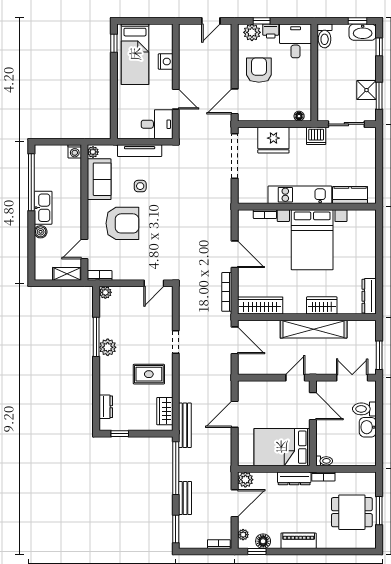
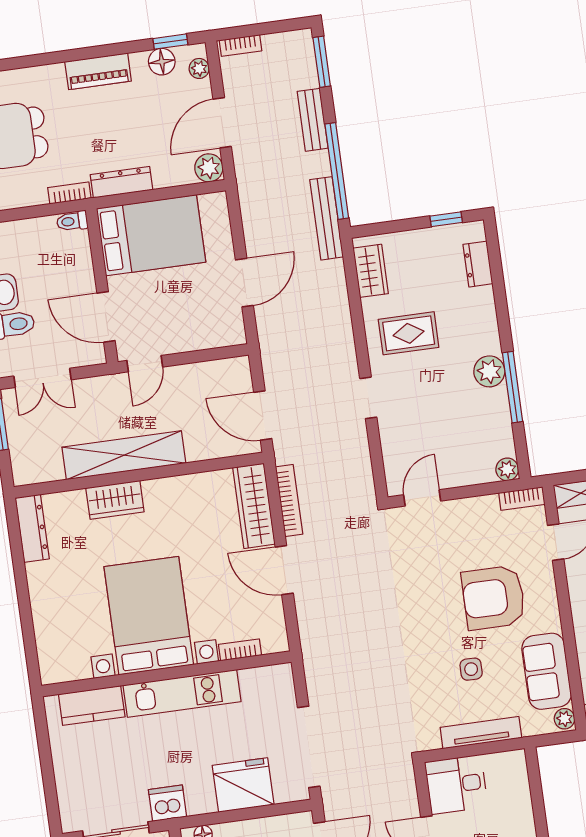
wardrobe: (260, 305) -> (254, 506), moved, turned 90
bench: (185, 425) -> (327, 218), moved

